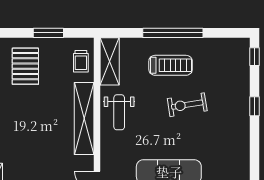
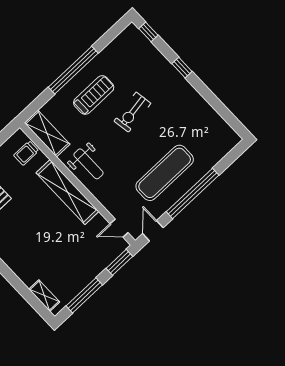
trolley: (81, 61) -> (26, 153), turned 90

